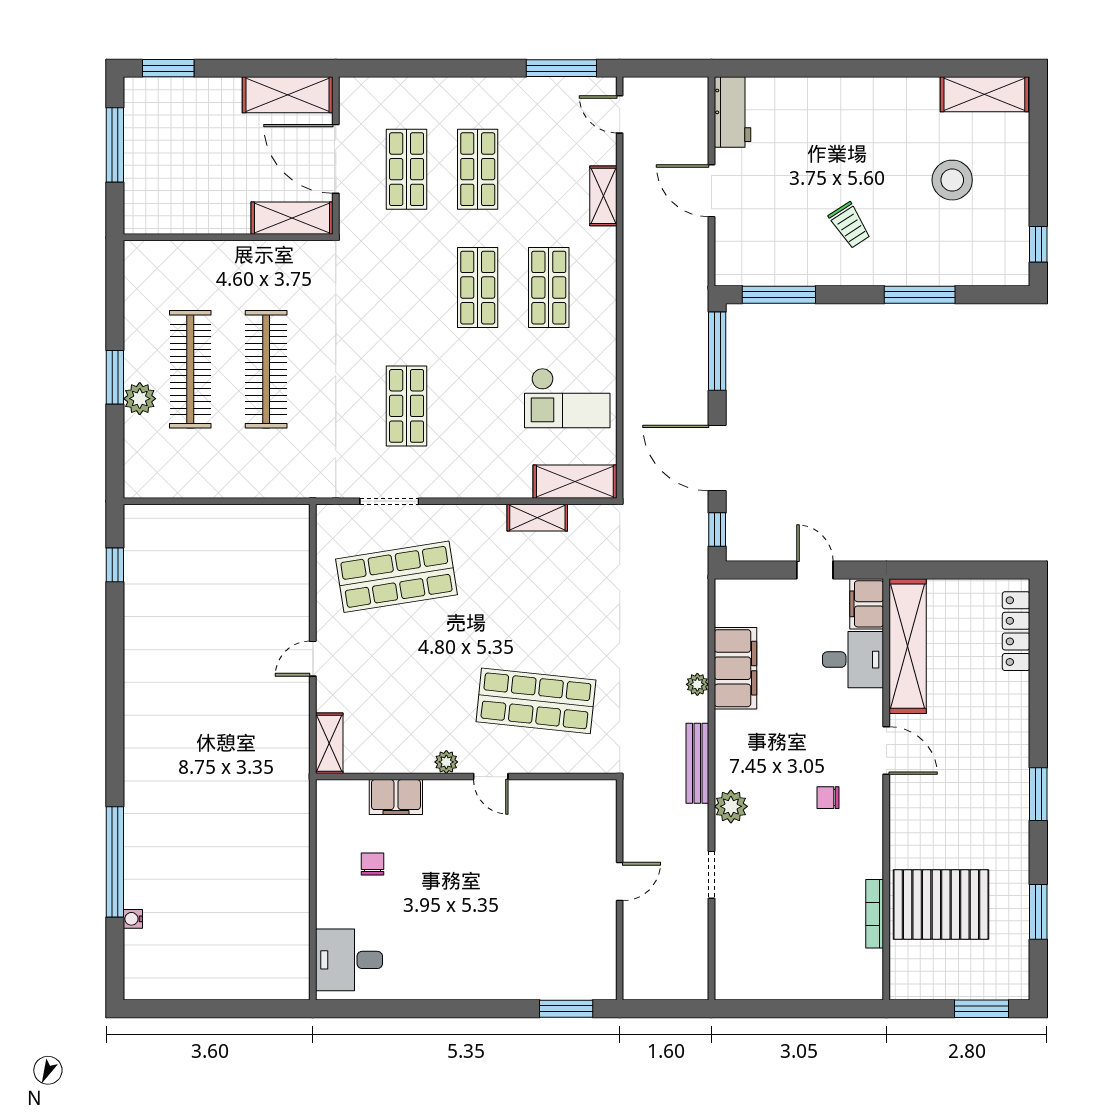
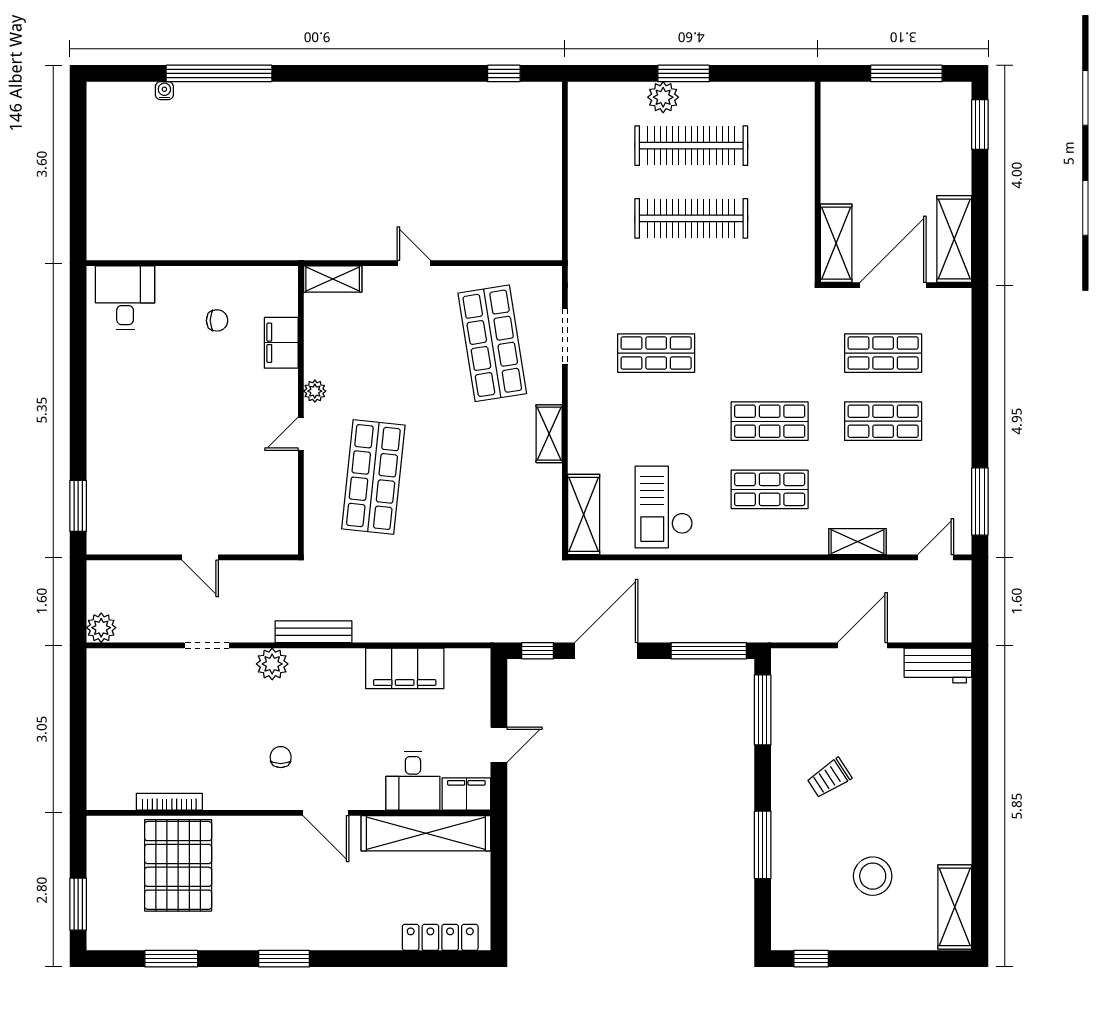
shelving: (537, 518) -> (549, 434), moved
plant: (697, 684) -> (101, 628), moved, width x1.38, depth x1.38
door: (886, 751) -> (326, 813), hinge flipped

